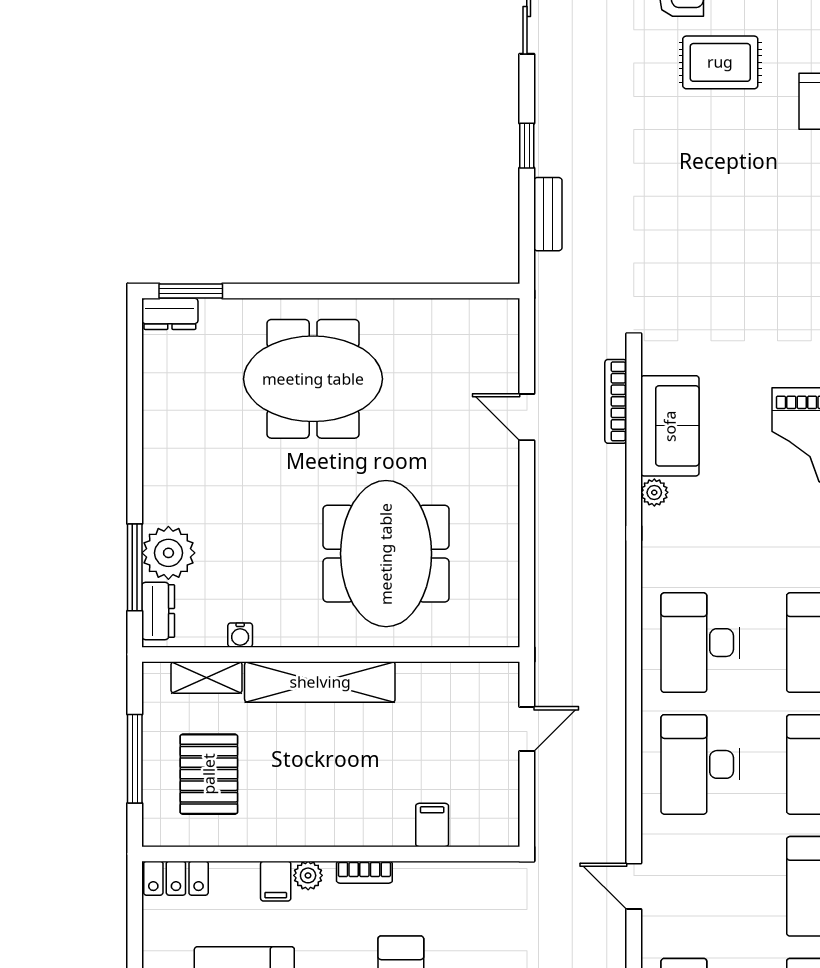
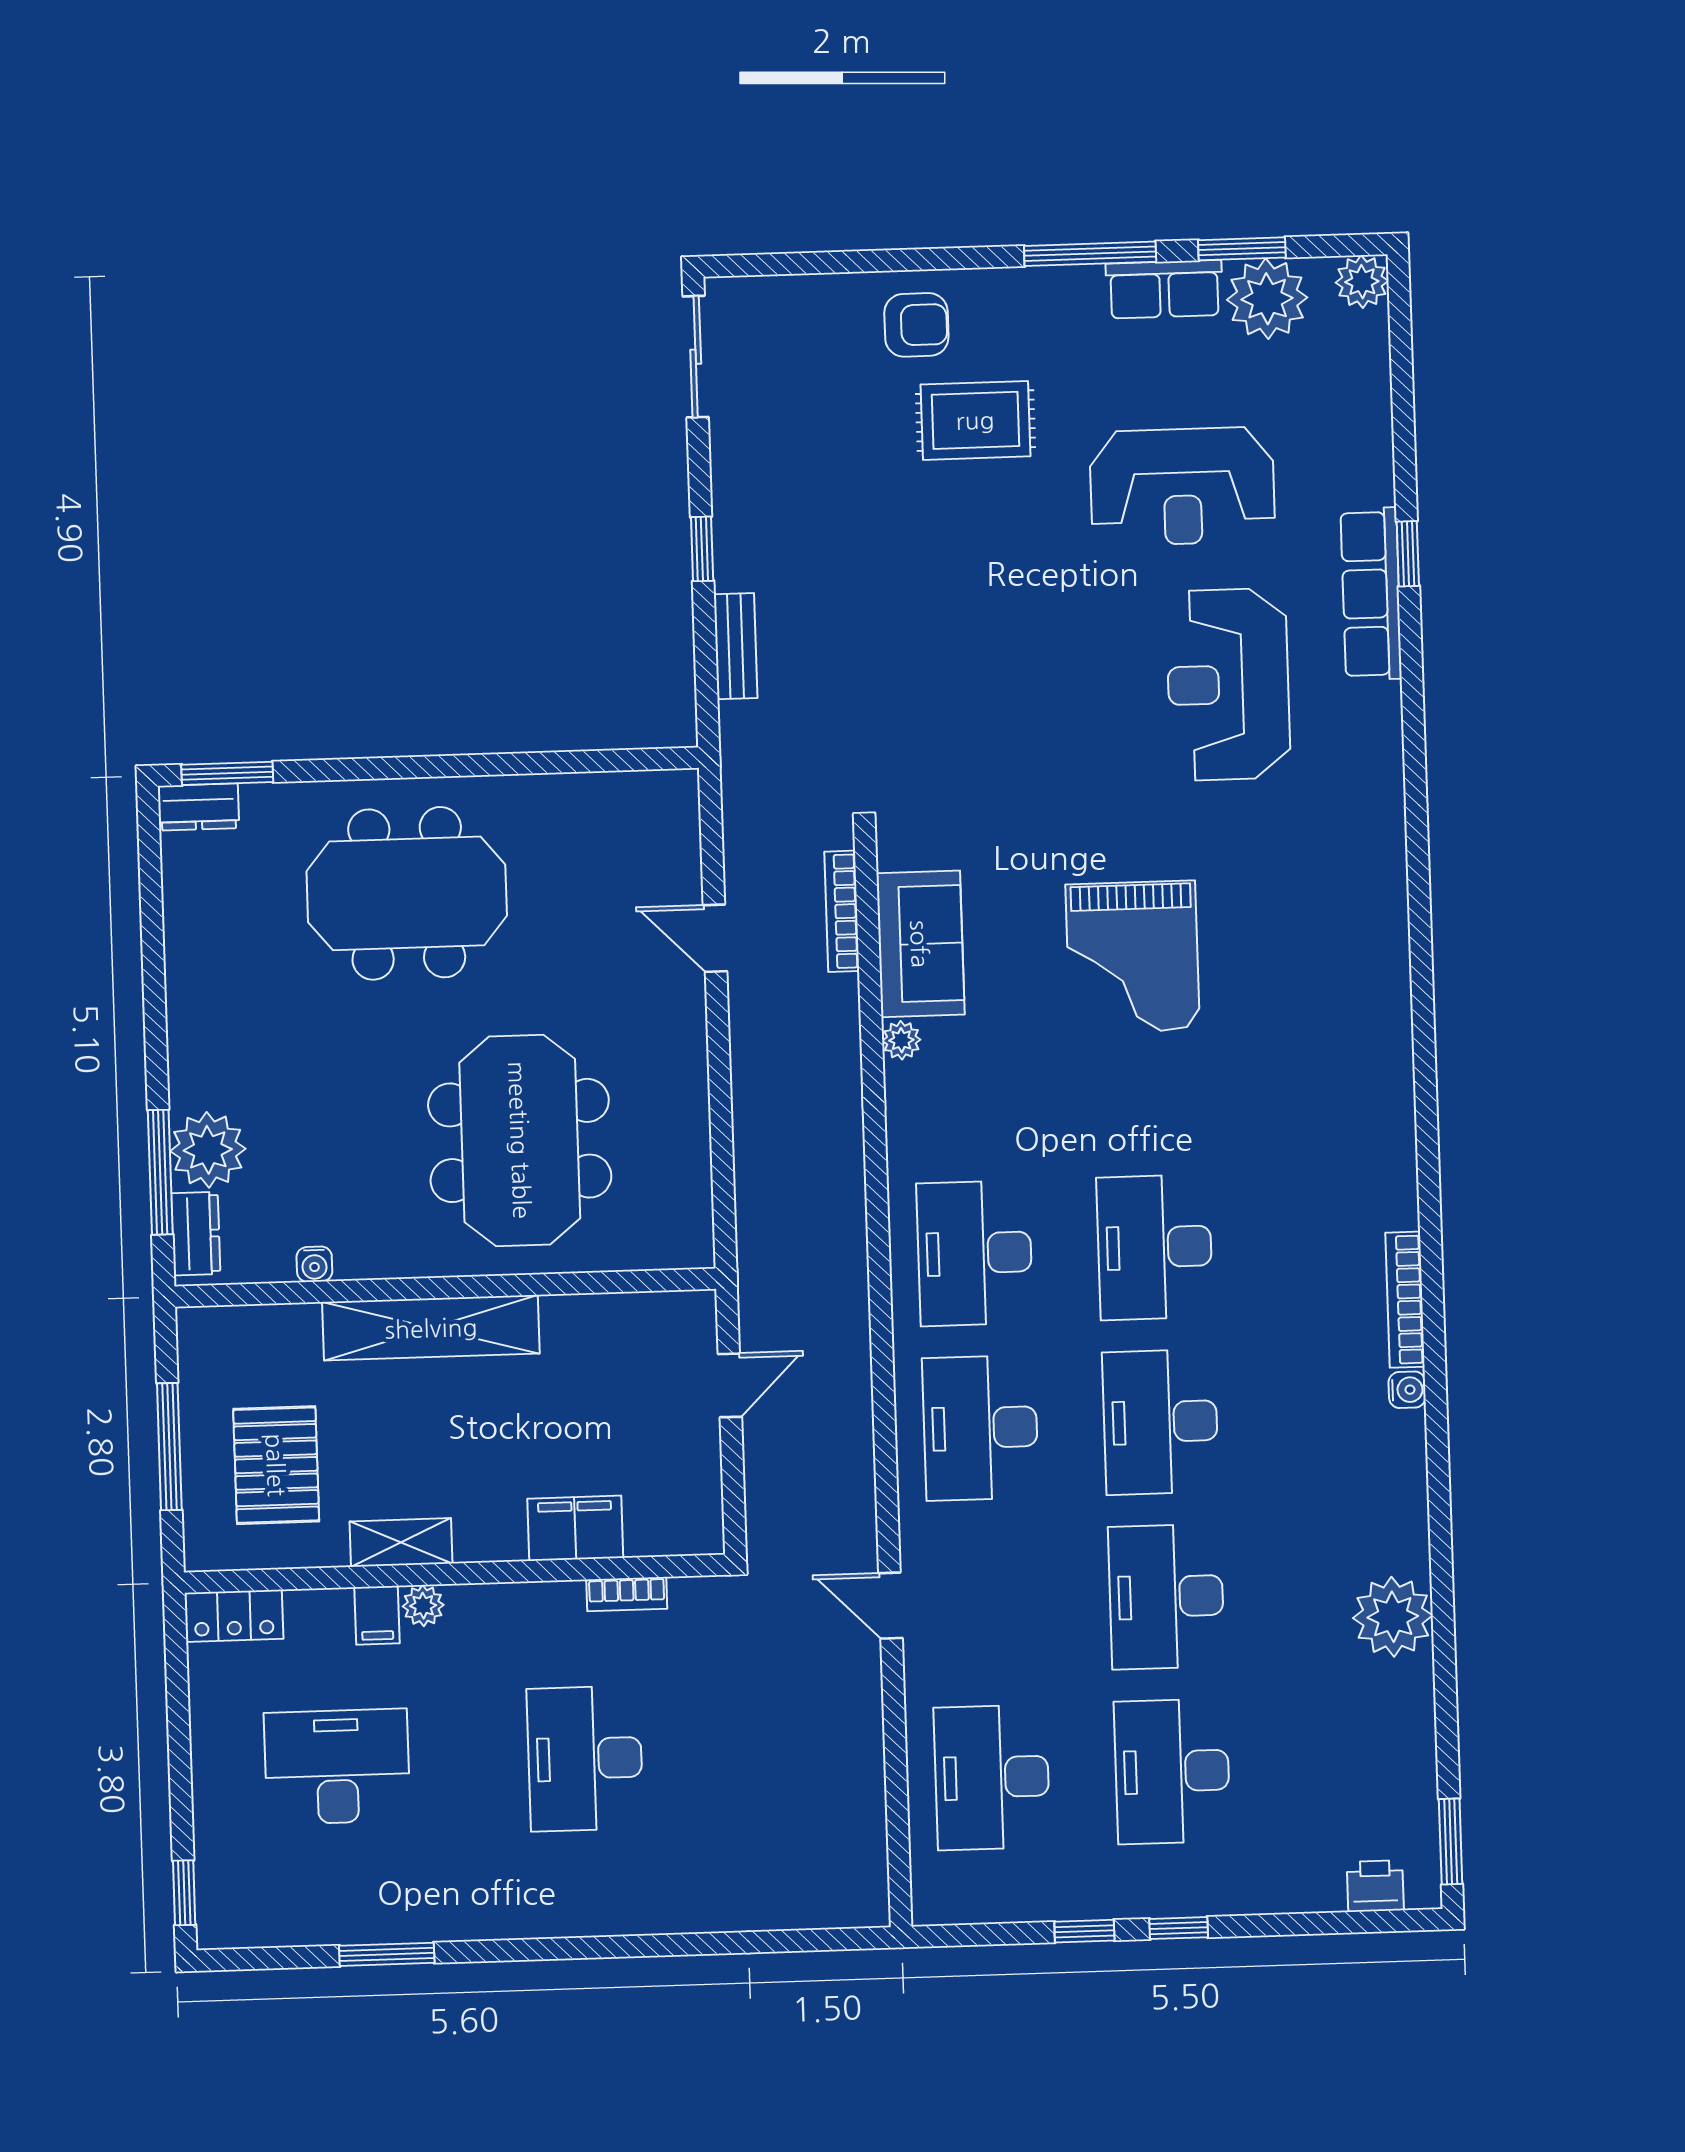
shelving: (207, 677) -> (401, 1542), moved
filing cabinet: (432, 825) -> (575, 1528), width x2.00
bookcase: (364, 872) -> (627, 1594), moved

